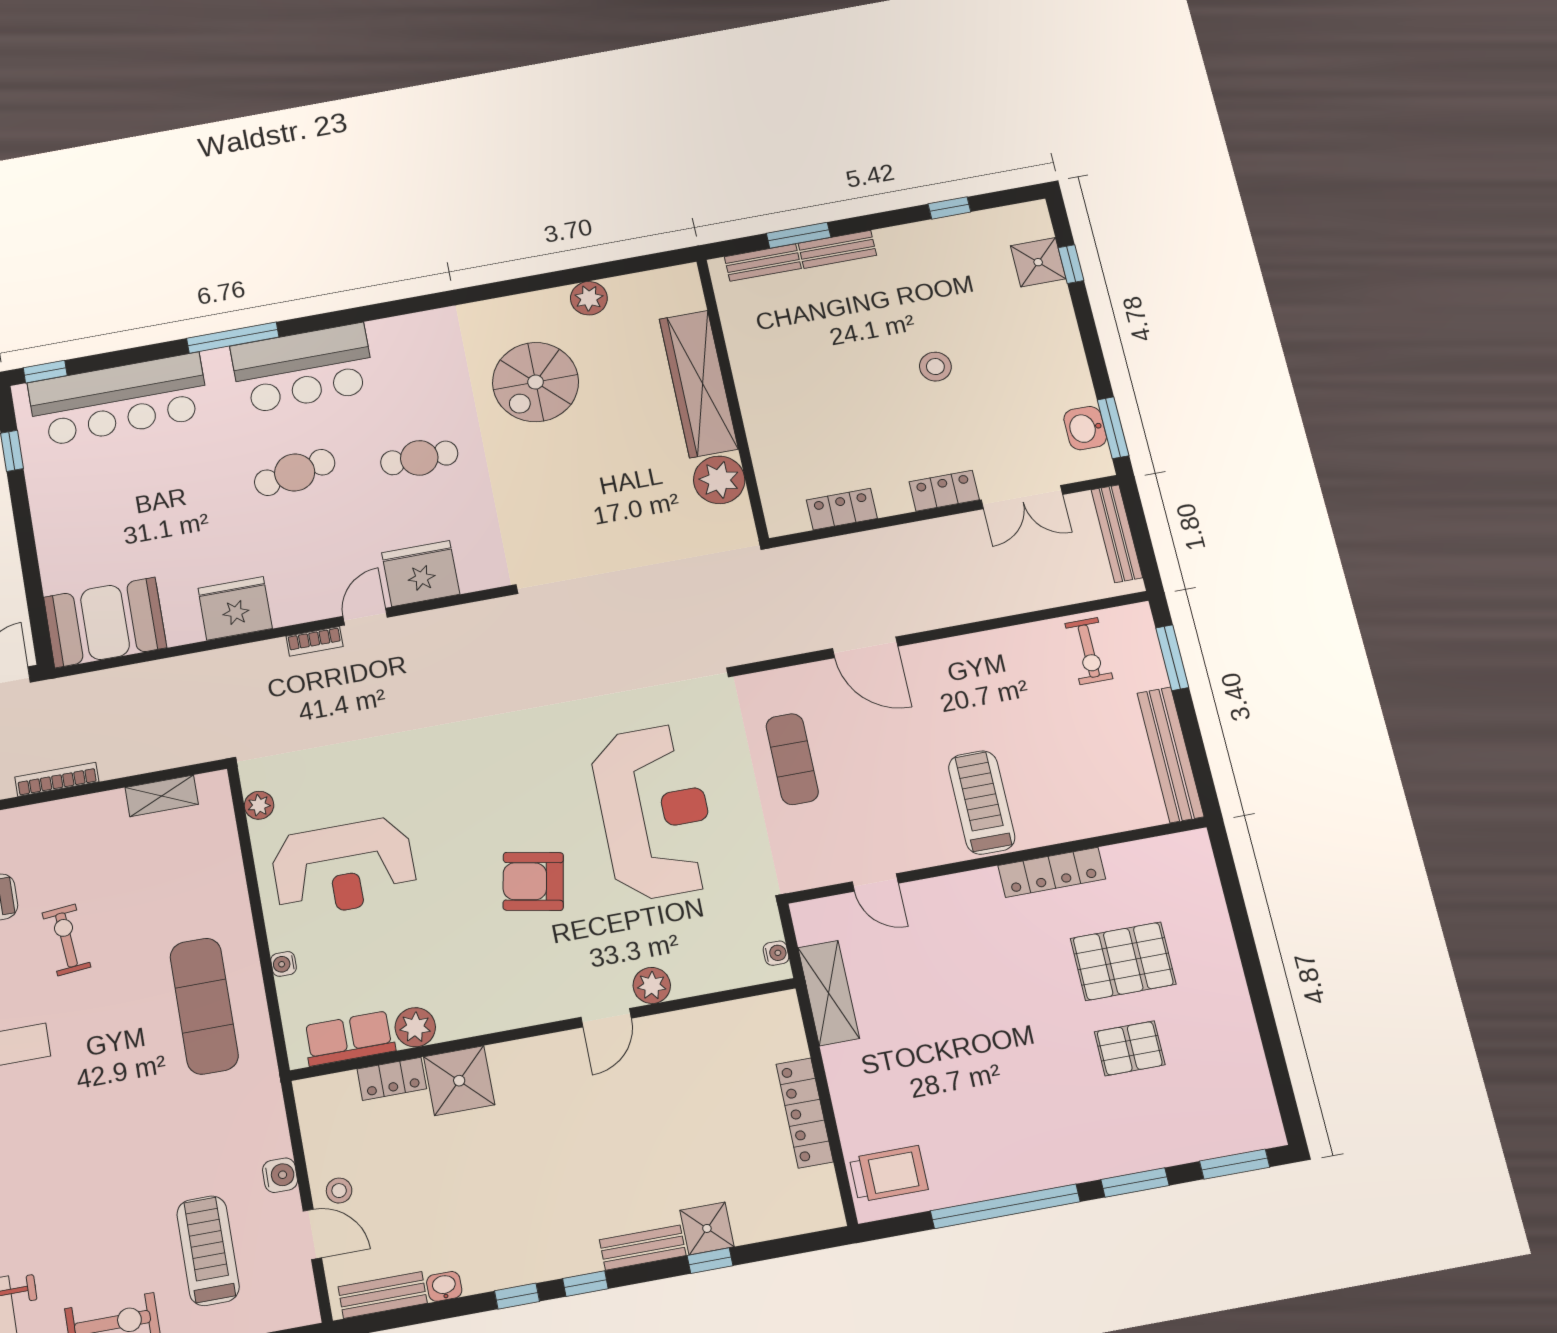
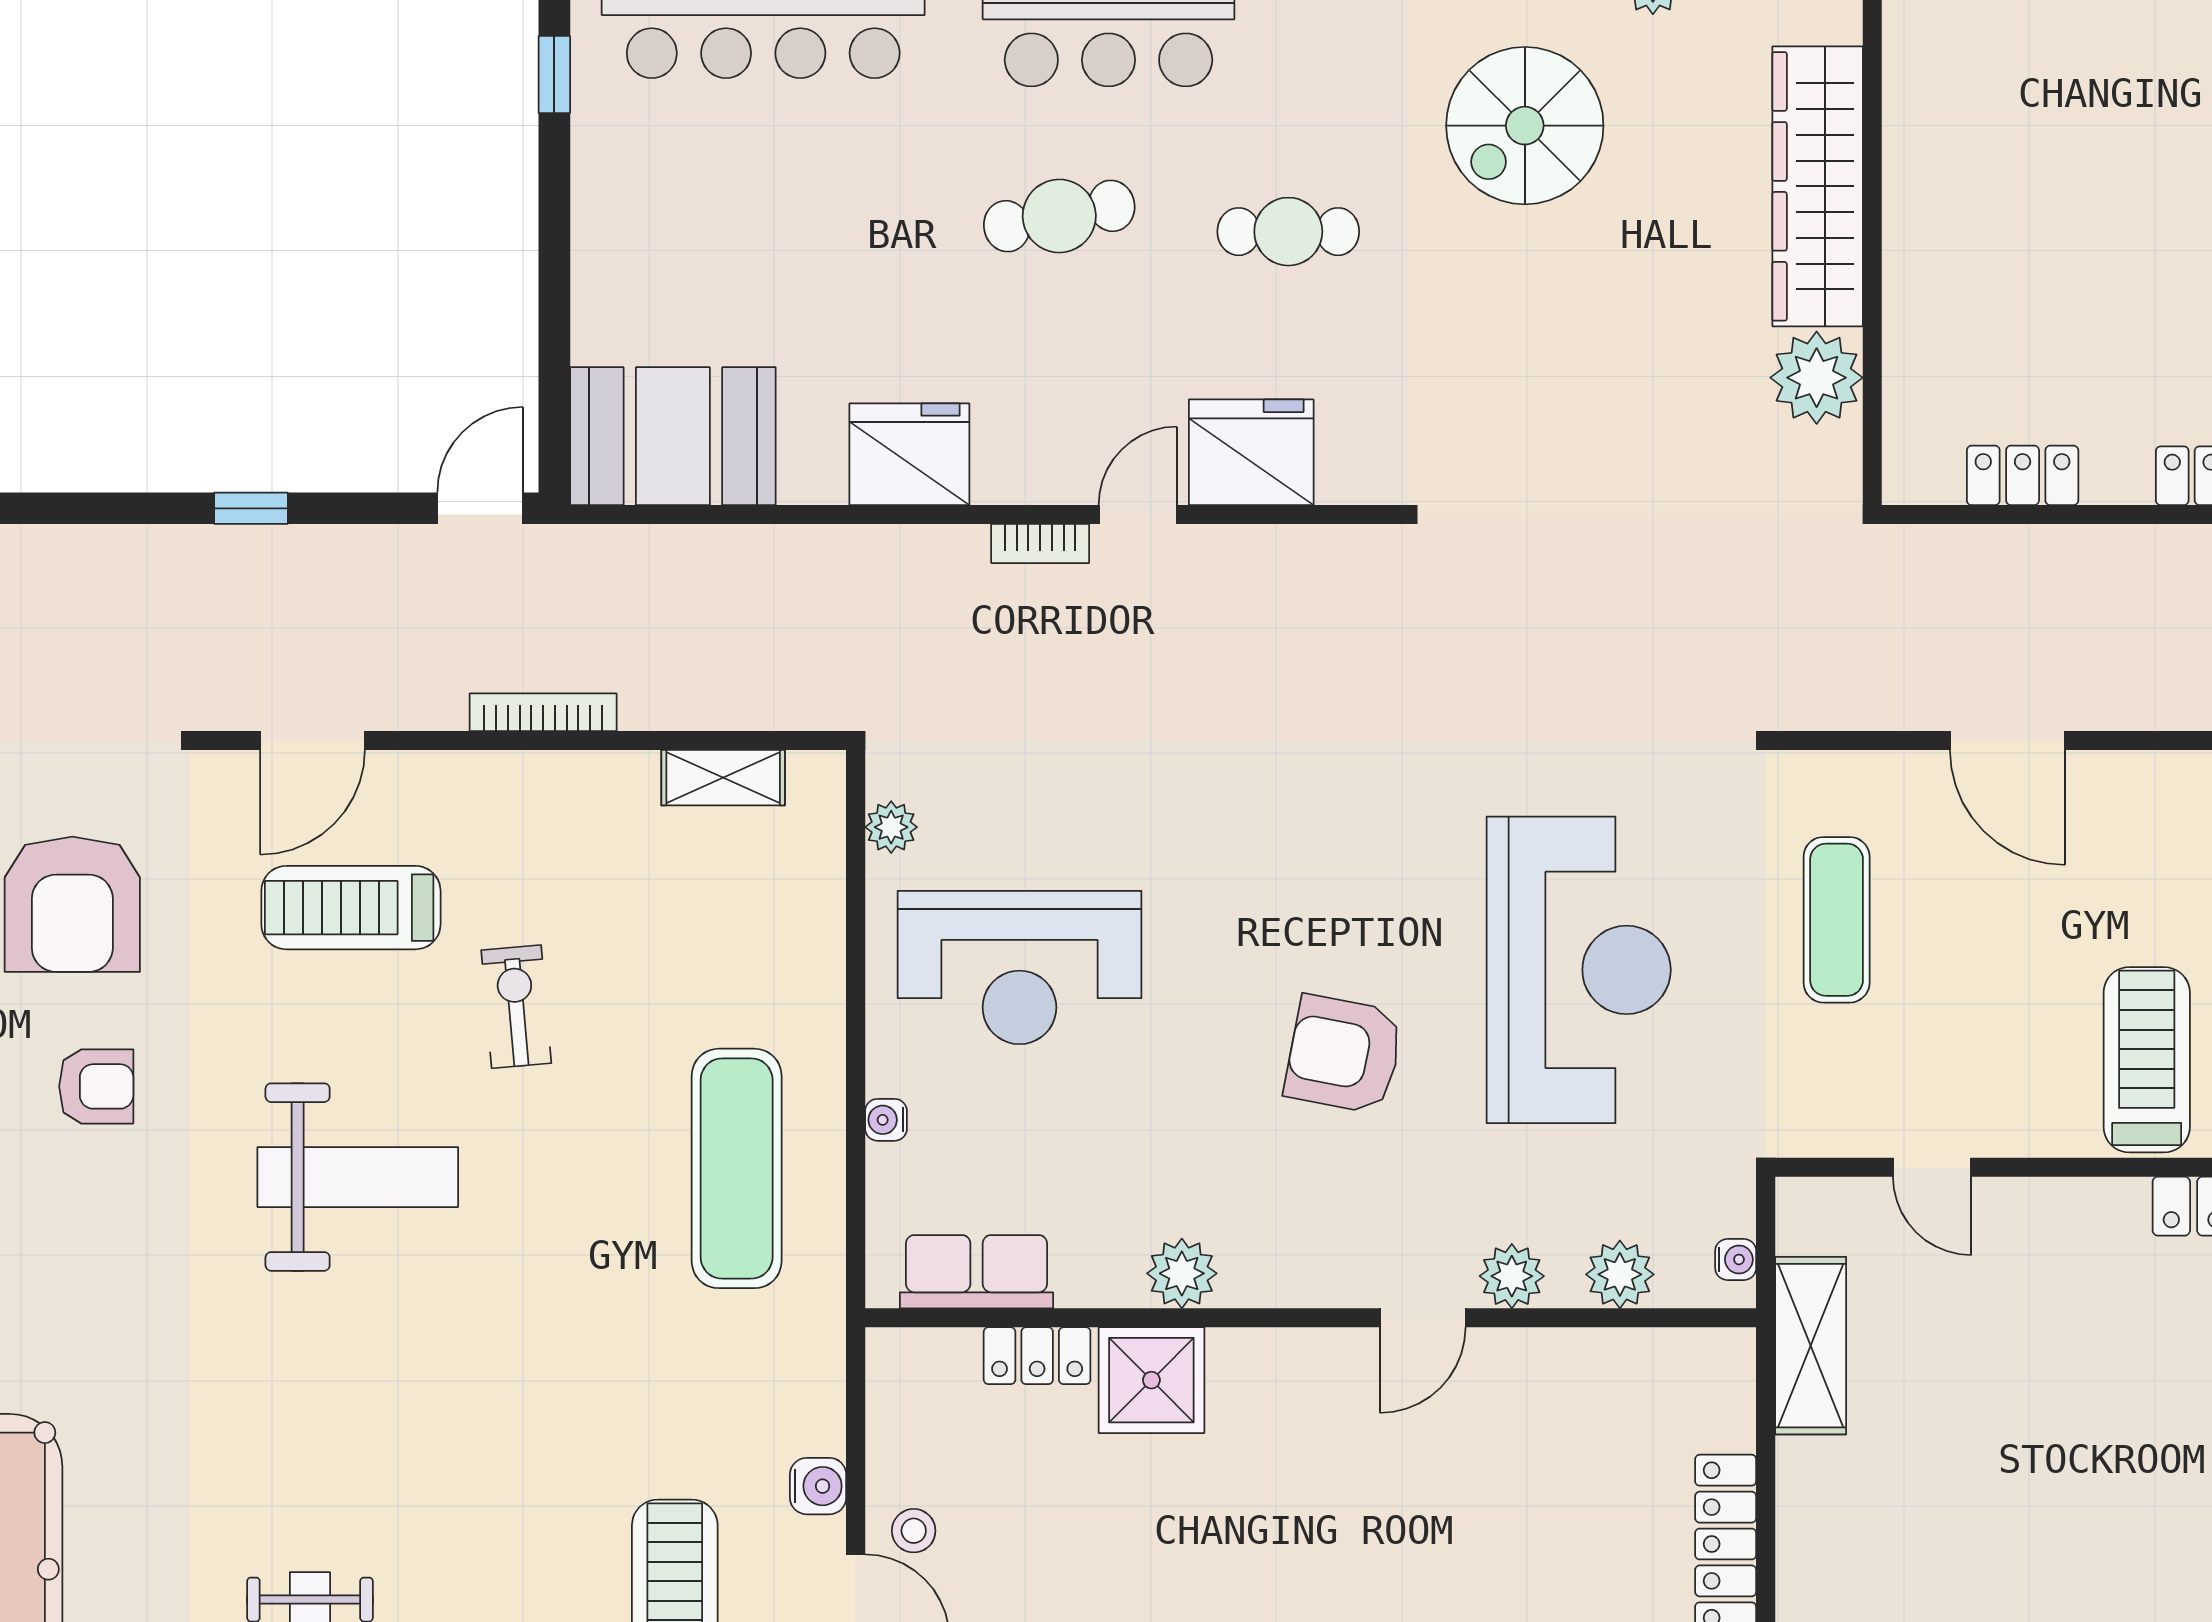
plant: (713, 973) -> (1620, 1274), added
plant: (415, 1027) -> (1182, 1273), moved

